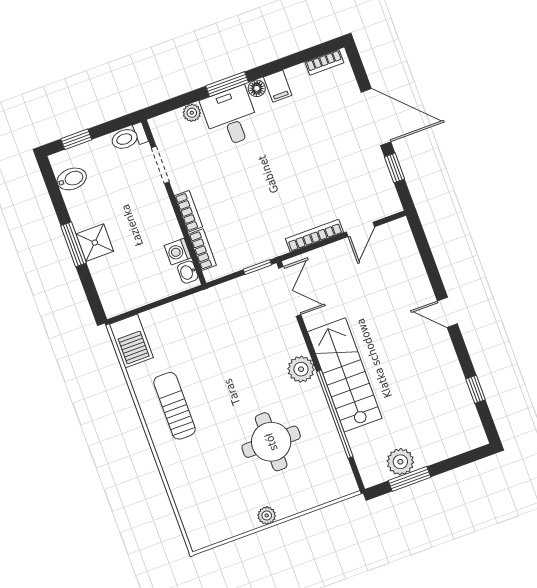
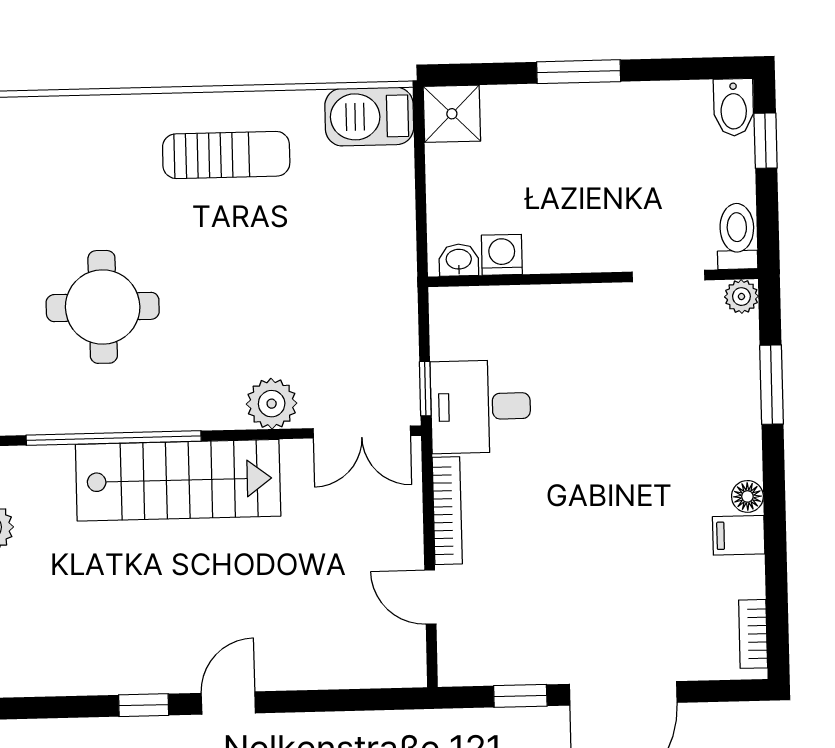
window: (227, 84) -> (772, 385), moved
plant: (192, 113) -> (741, 297), moved
desk: (231, 117) -> (481, 407), moved, turned 180
bidet: (72, 179) -> (734, 107), moved
bookcase: (188, 211) -> (568, 299), removed
shower: (95, 243) -> (452, 114), moved
bookcase: (202, 250) -> (490, 300), removed
plant: (301, 369) -> (272, 404), moved
window: (476, 389) -> (144, 705), moved

